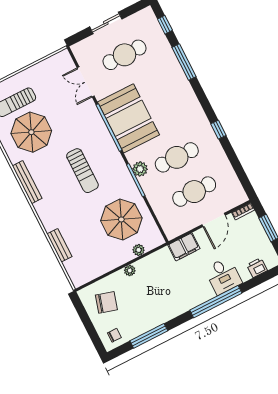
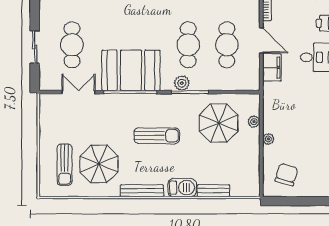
double door: (86, 82) -> (78, 92), swing flipped
barbecue: (48, 216) -> (182, 188), added
filing cabinet: (184, 247) -> (272, 68), moved
chair: (114, 335) -> (319, 182), removed

